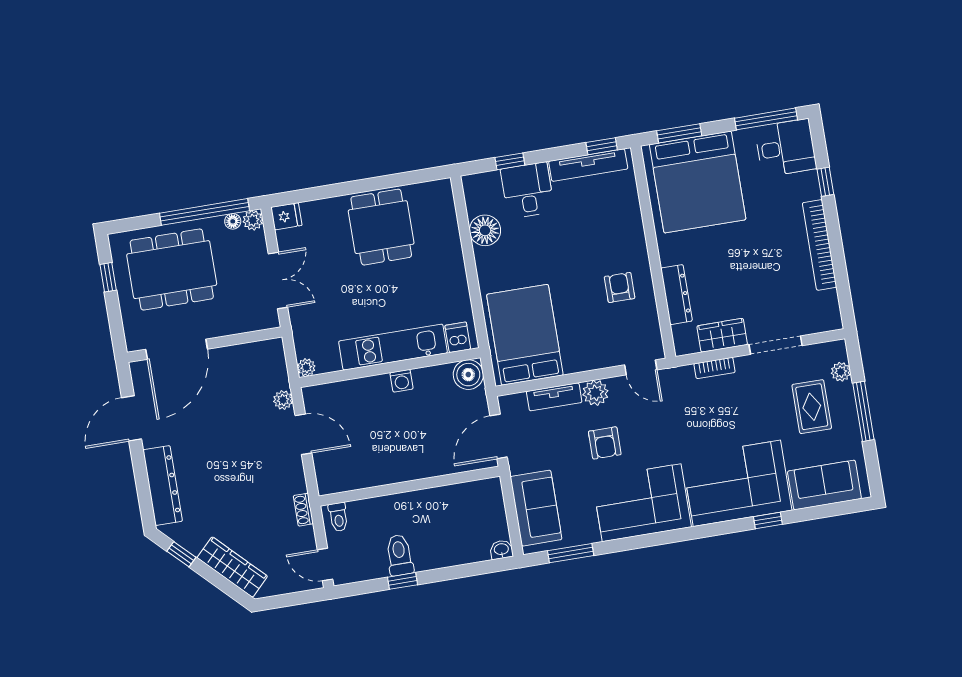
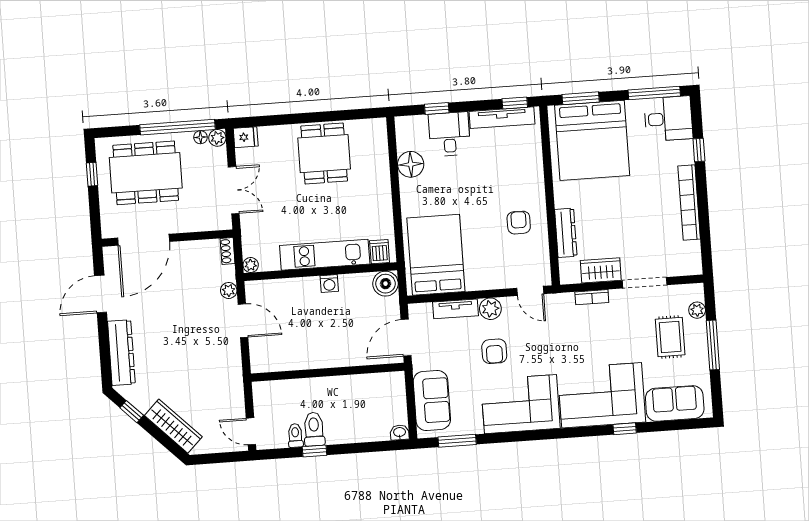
shoe rack: (303, 510) -> (228, 251), moved
toilet: (338, 517) -> (295, 435), moved, turned 180

